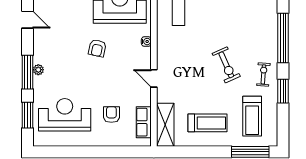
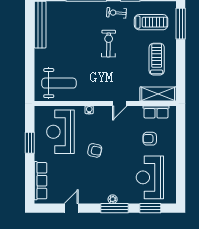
exercise bike: (226, 65) -> (109, 44), turned -65

